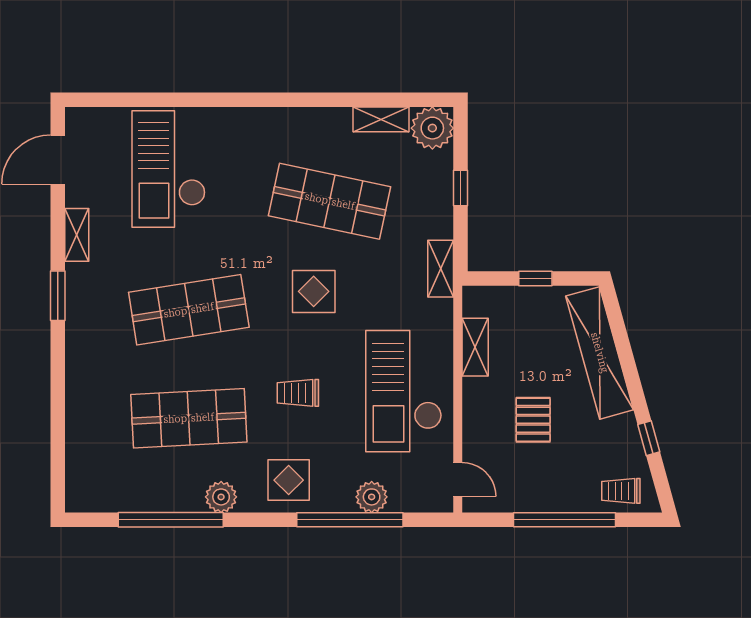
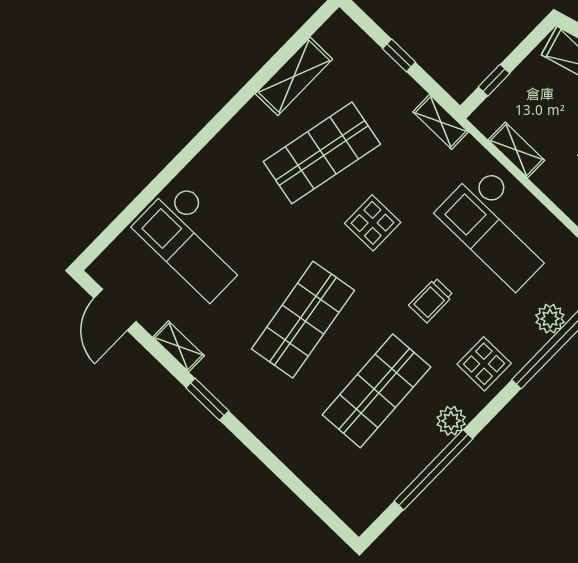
shelving: (381, 119) -> (294, 76), width x1.50, depth x1.33
plant: (432, 128) -> (340, 35), removed
window: (535, 279) -> (494, 80), moved

